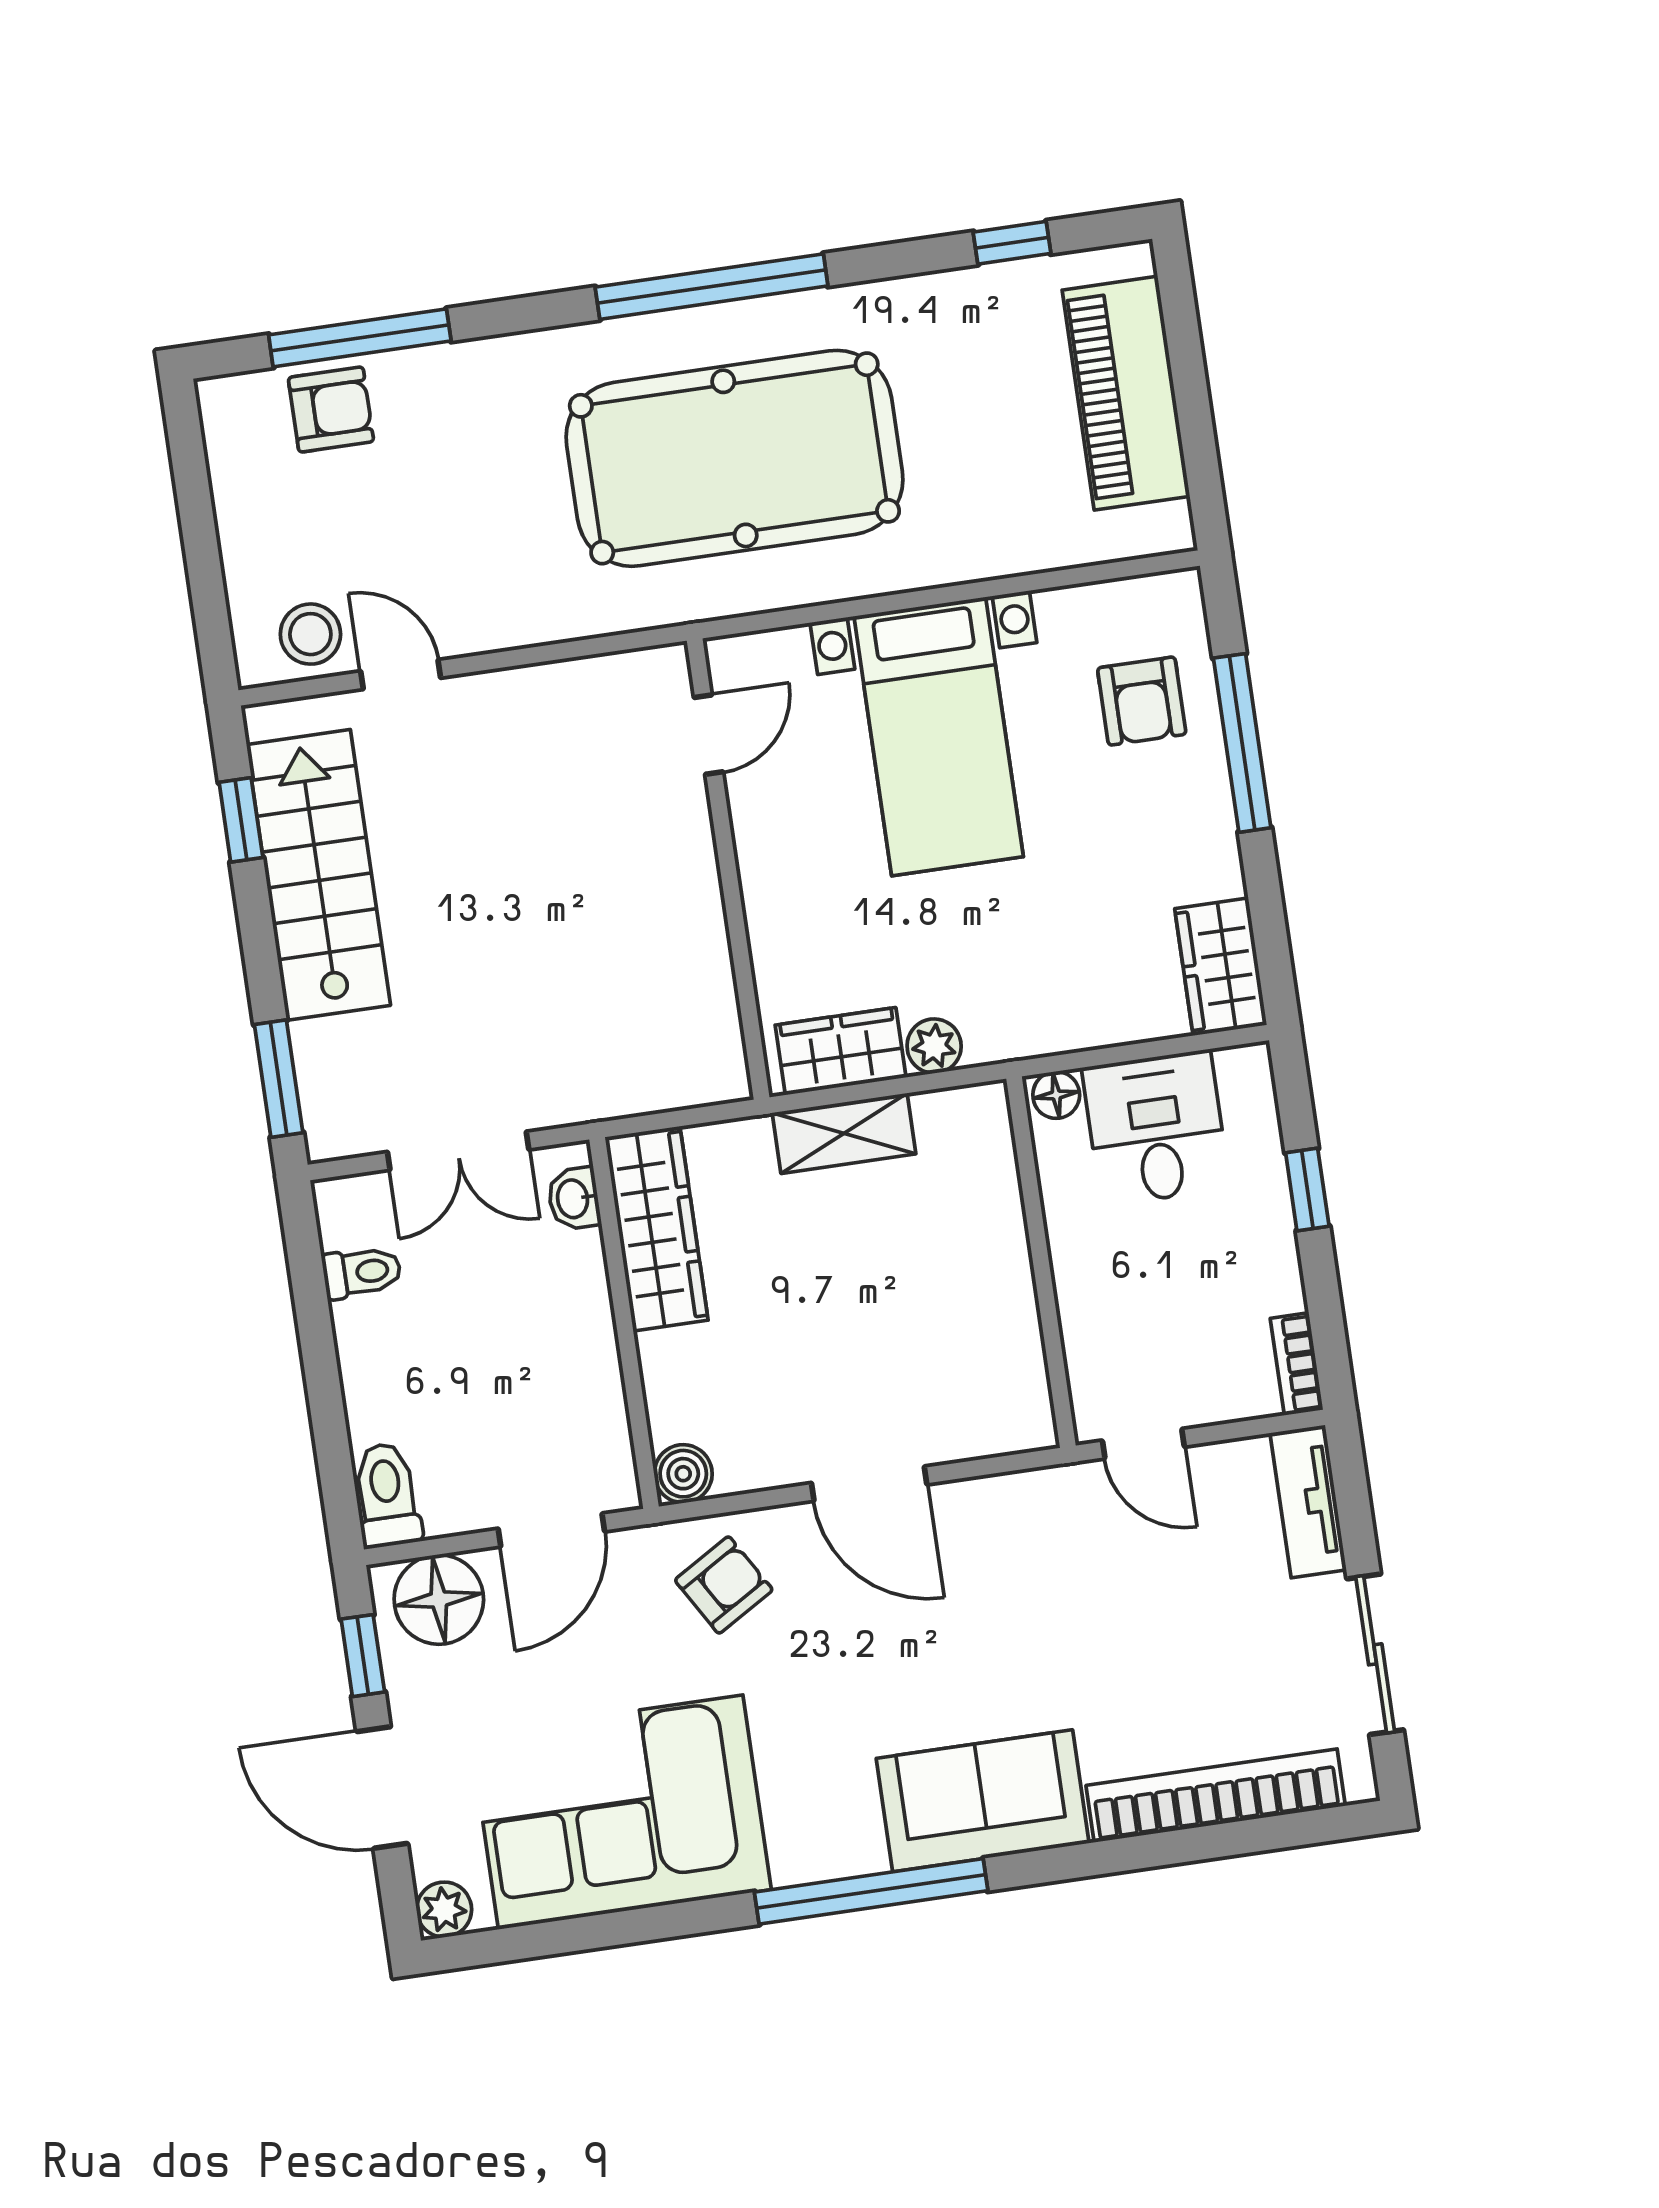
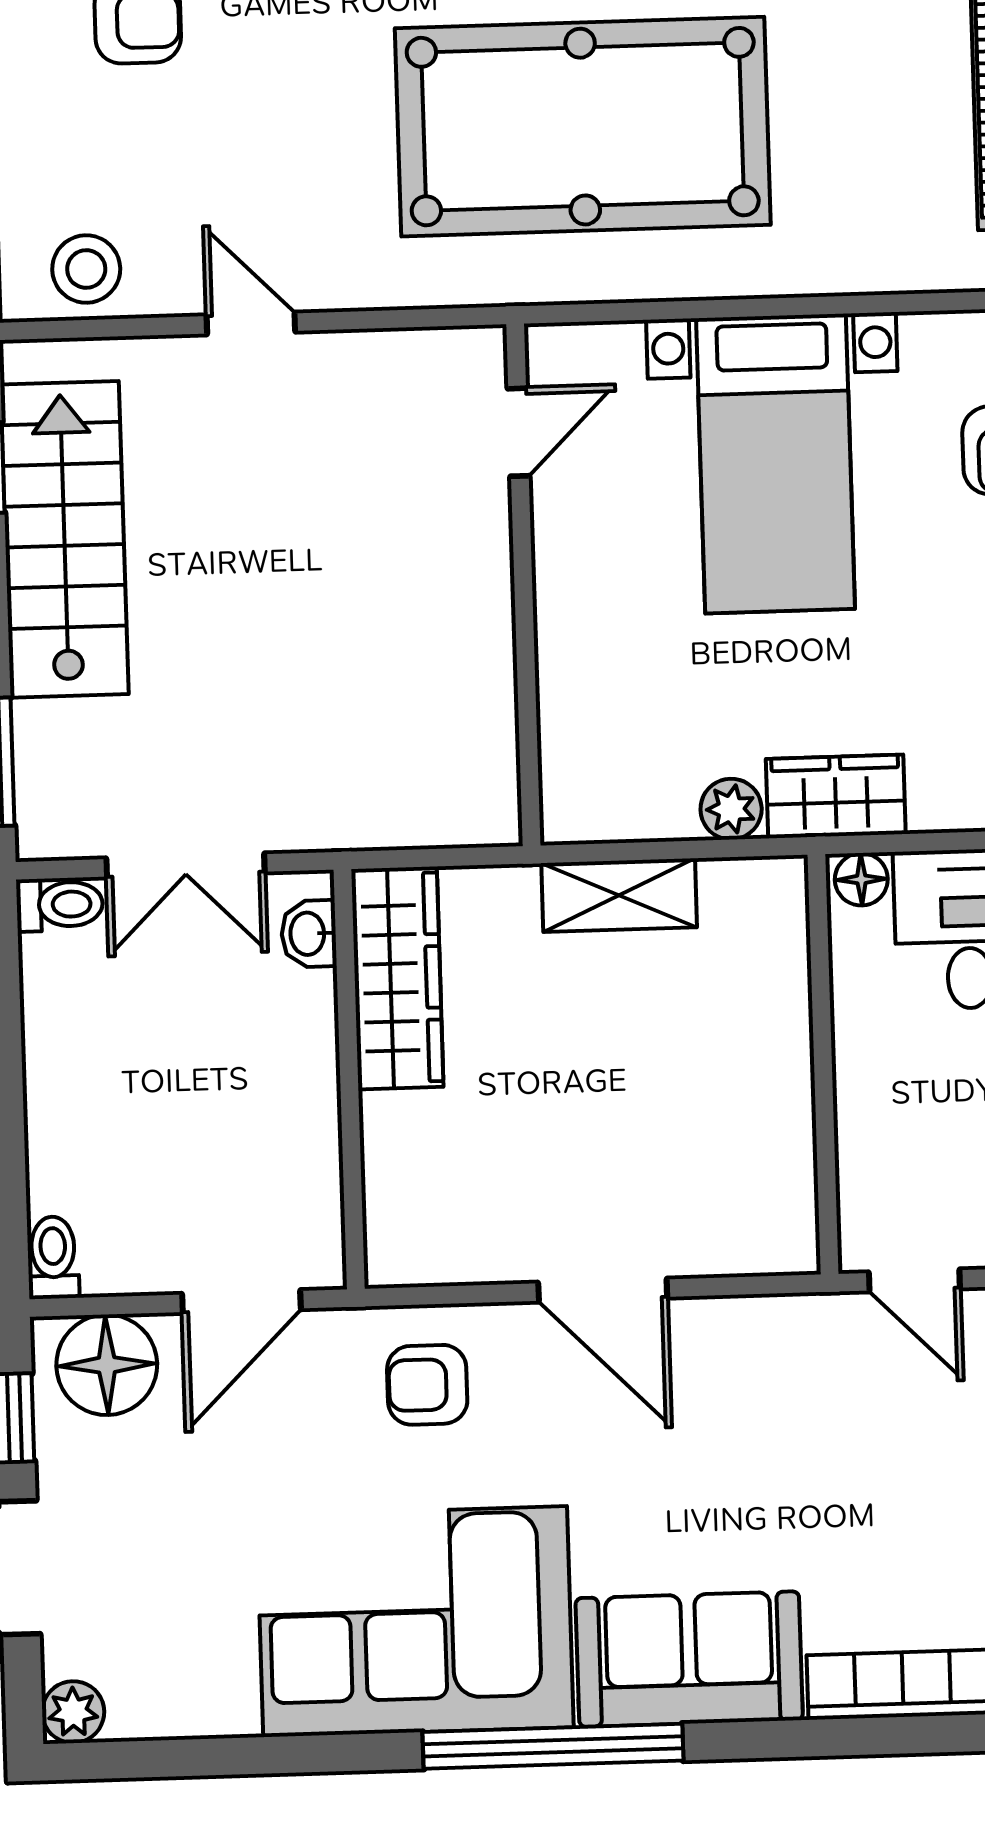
door: (401, 674) -> (251, 324), moved
wardrobe: (841, 1051) -> (836, 796), moved
toilet: (362, 1272) -> (60, 904), moved
boiler: (683, 1474) -> (396, 1255), removed
toilet: (387, 1495) -> (53, 1258), width x0.73, depth x0.72
armchair: (724, 1585) -> (427, 1385), turned -149
corner sofa: (621, 1812) -> (415, 1621), moved

